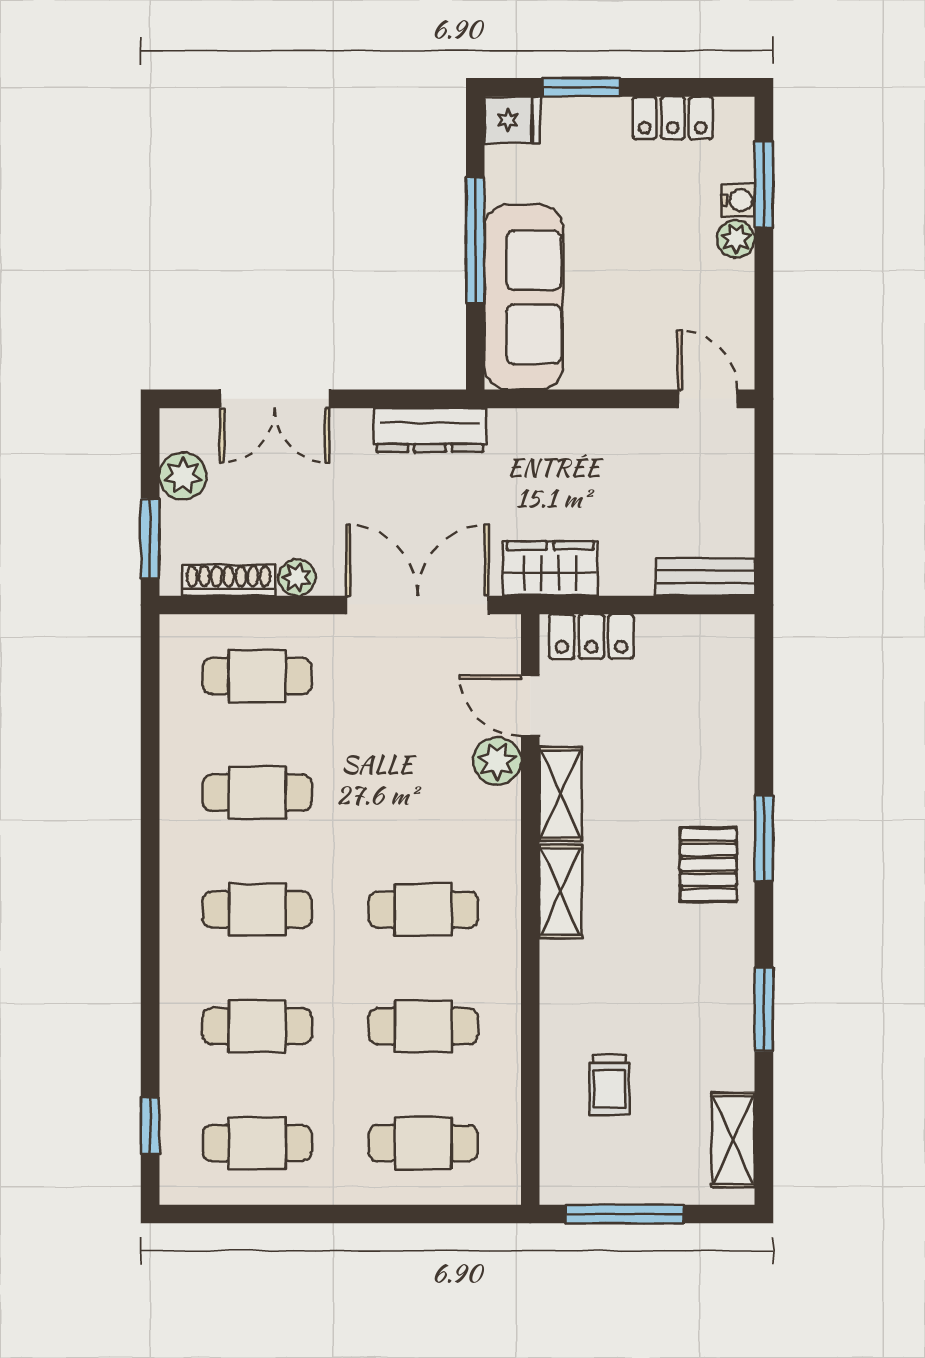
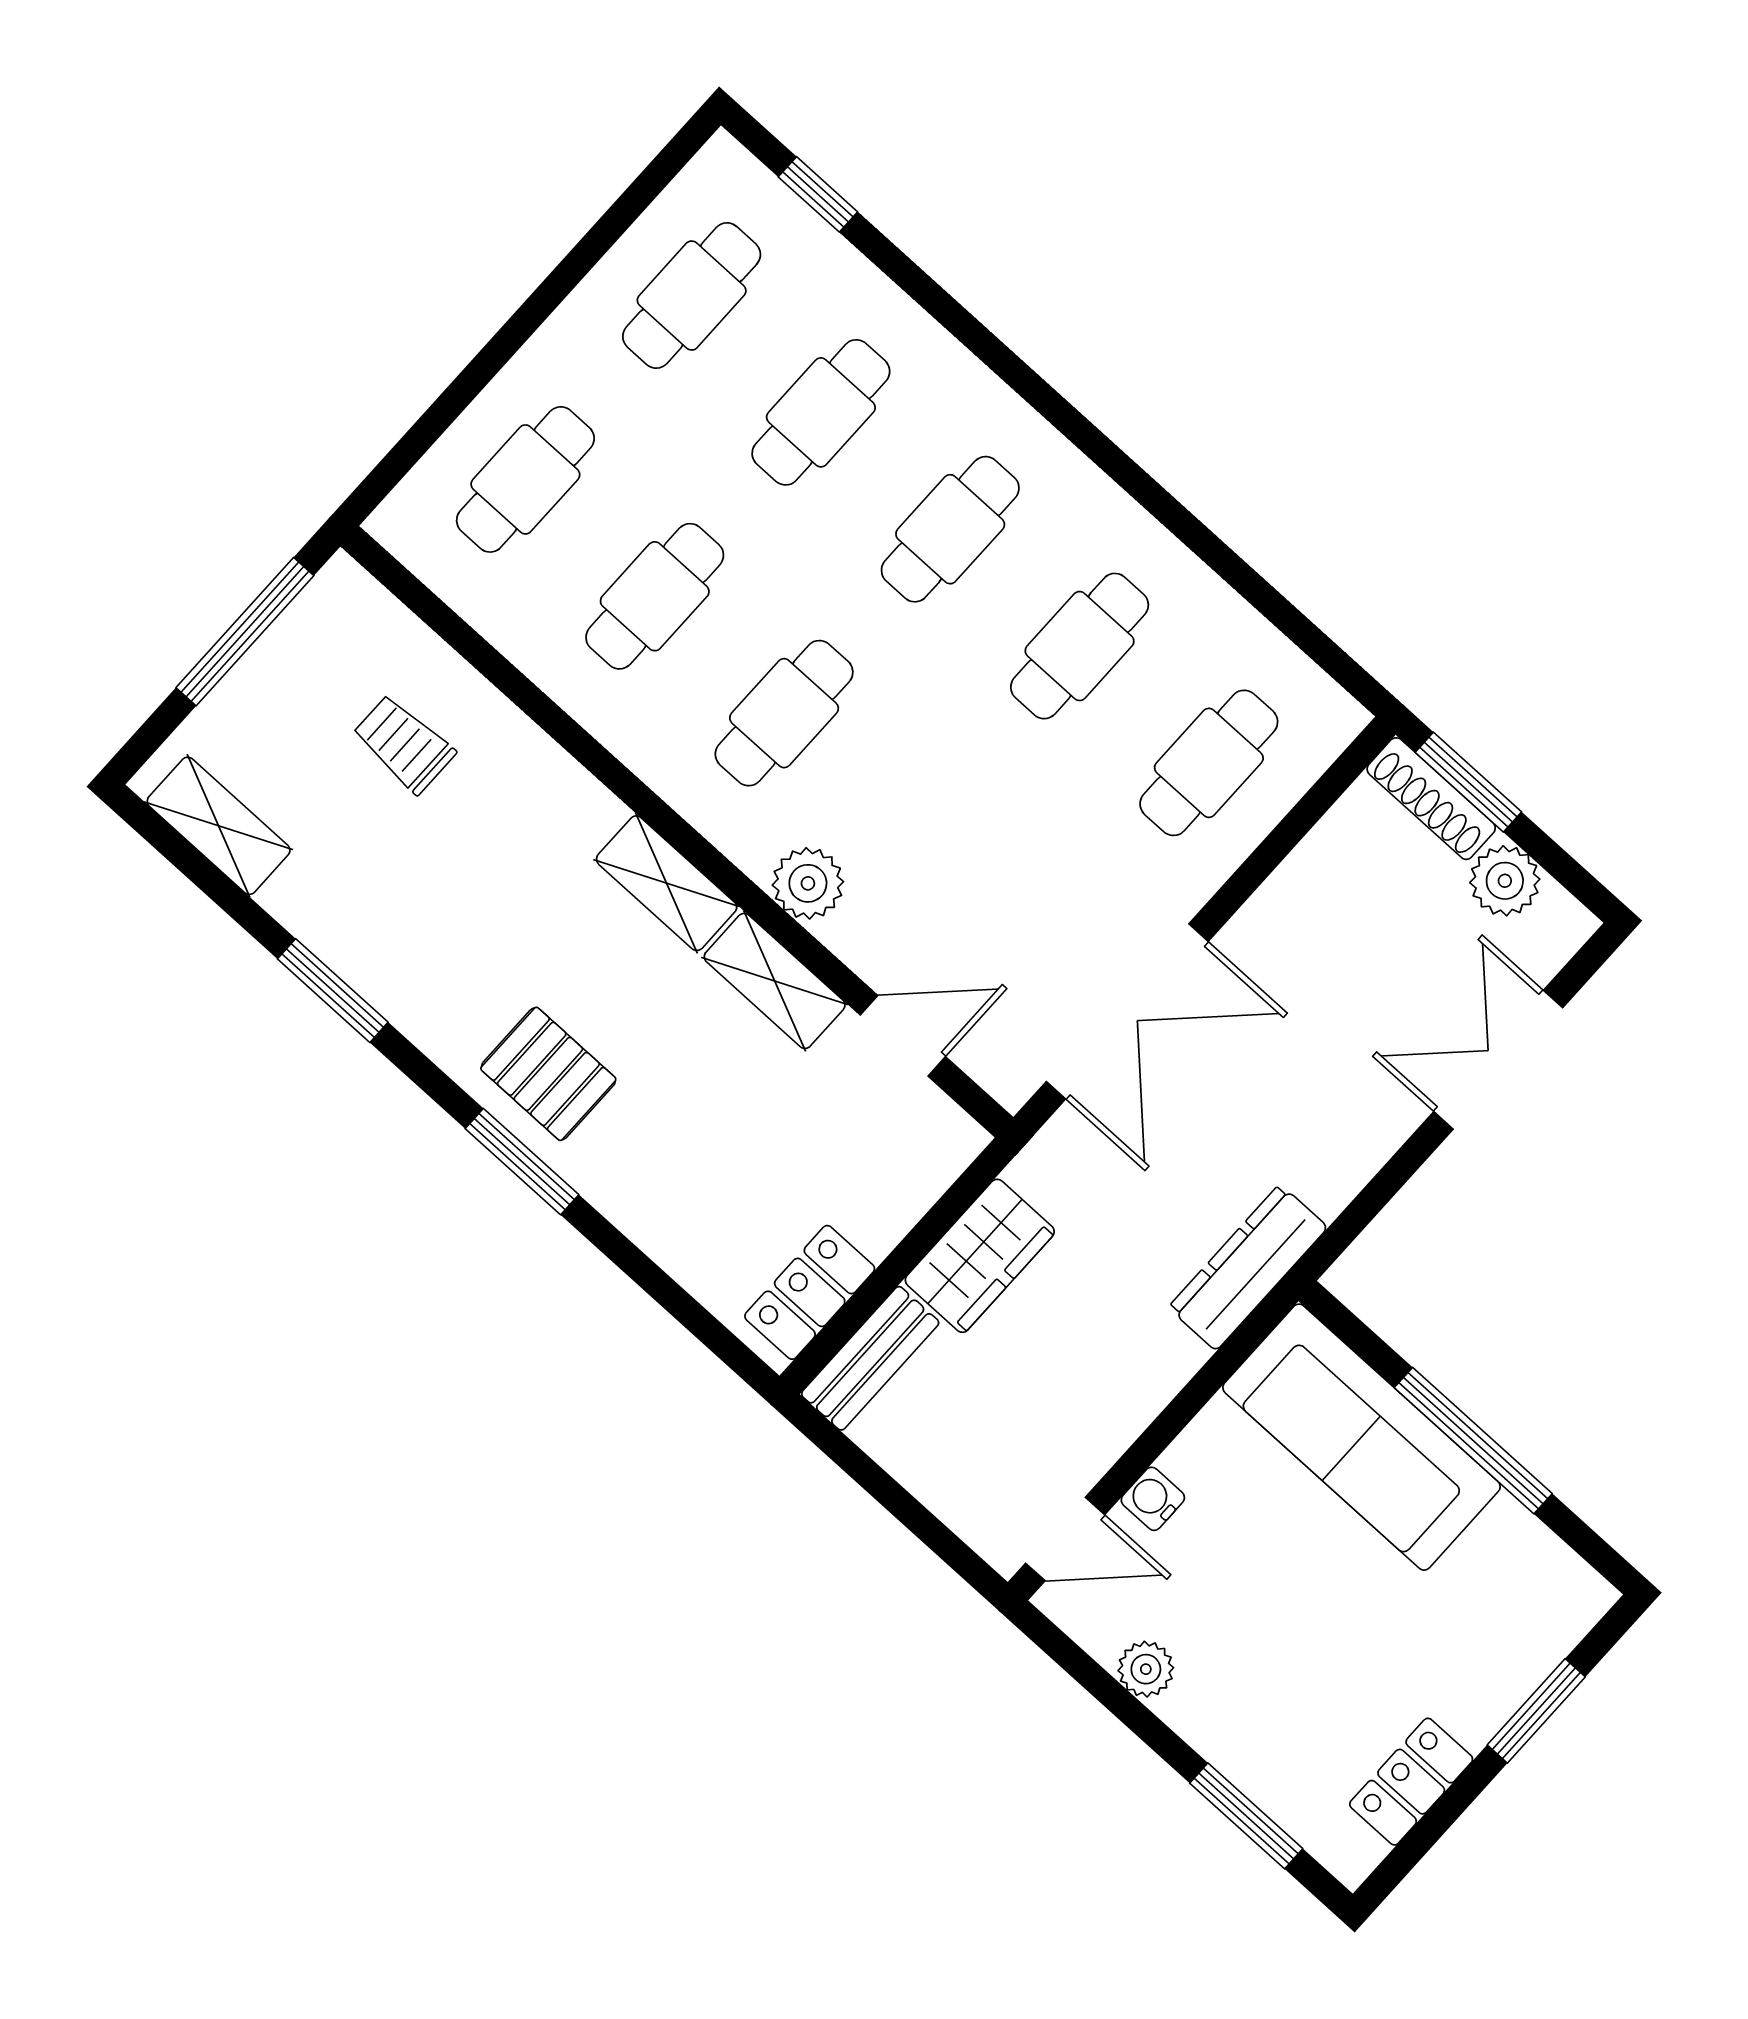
fridge: (512, 120) -> (1569, 1602), removed
water cooler: (738, 200) -> (1153, 1499), moved, turned 90
plant: (736, 239) -> (1146, 1669), moved
dresser: (430, 430) -> (1248, 1267), moved
wardrobe: (550, 568) -> (980, 1256), moved
plant: (297, 577) -> (1278, 906), removed
shoe rack: (229, 580) -> (1431, 799), moved, turned 90
locker: (591, 637) -> (810, 1292), moved
plant: (497, 761) -> (808, 883), moved

